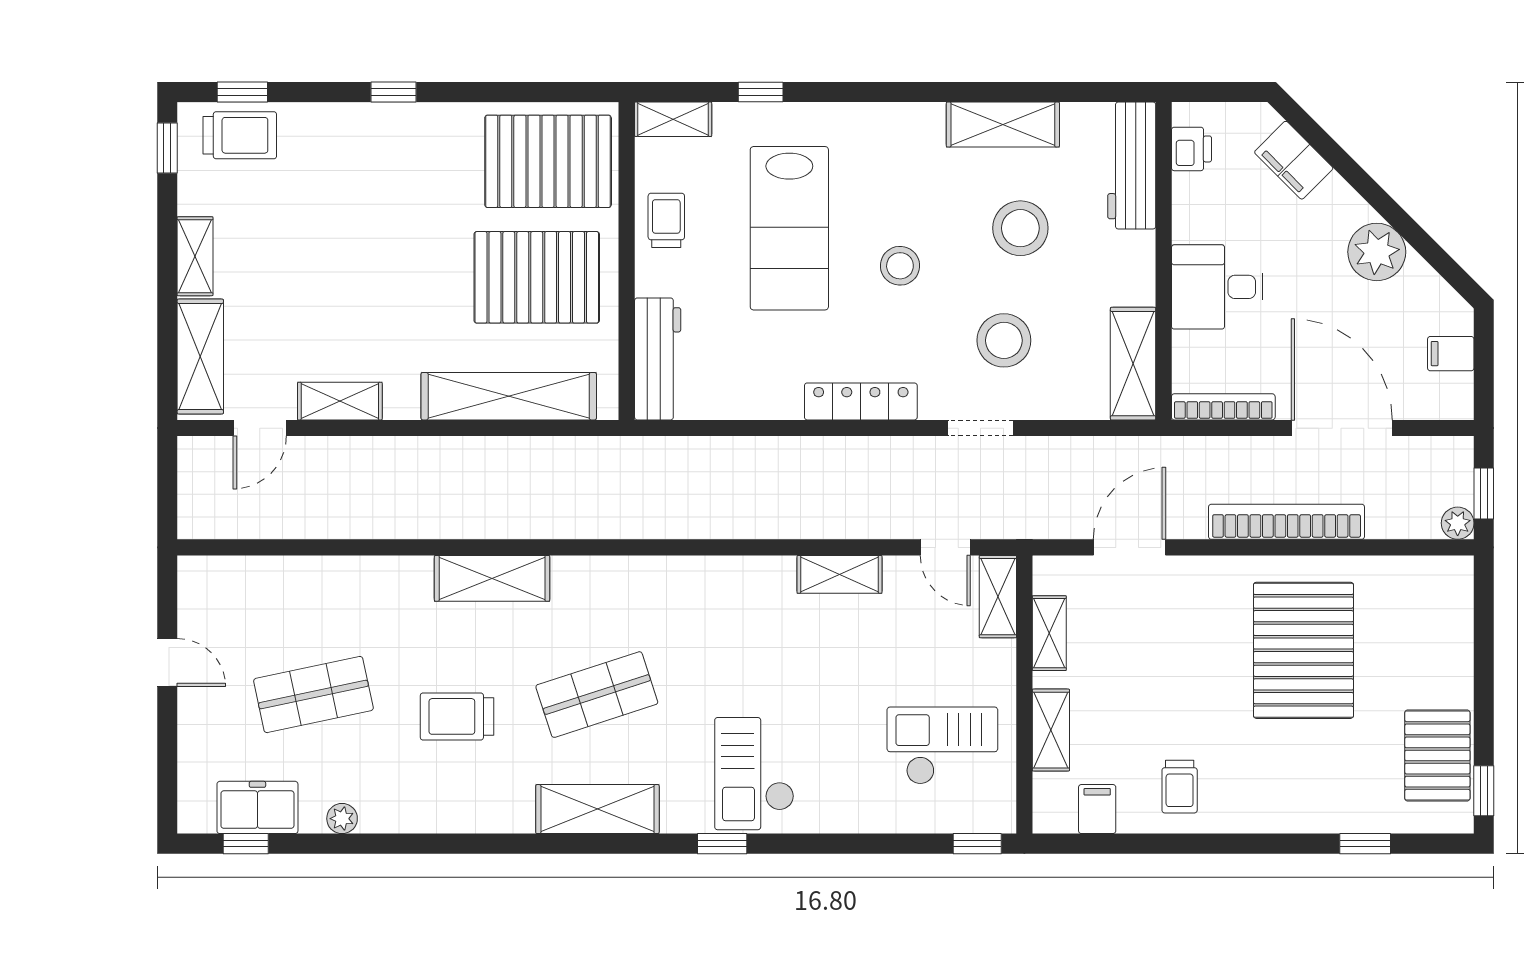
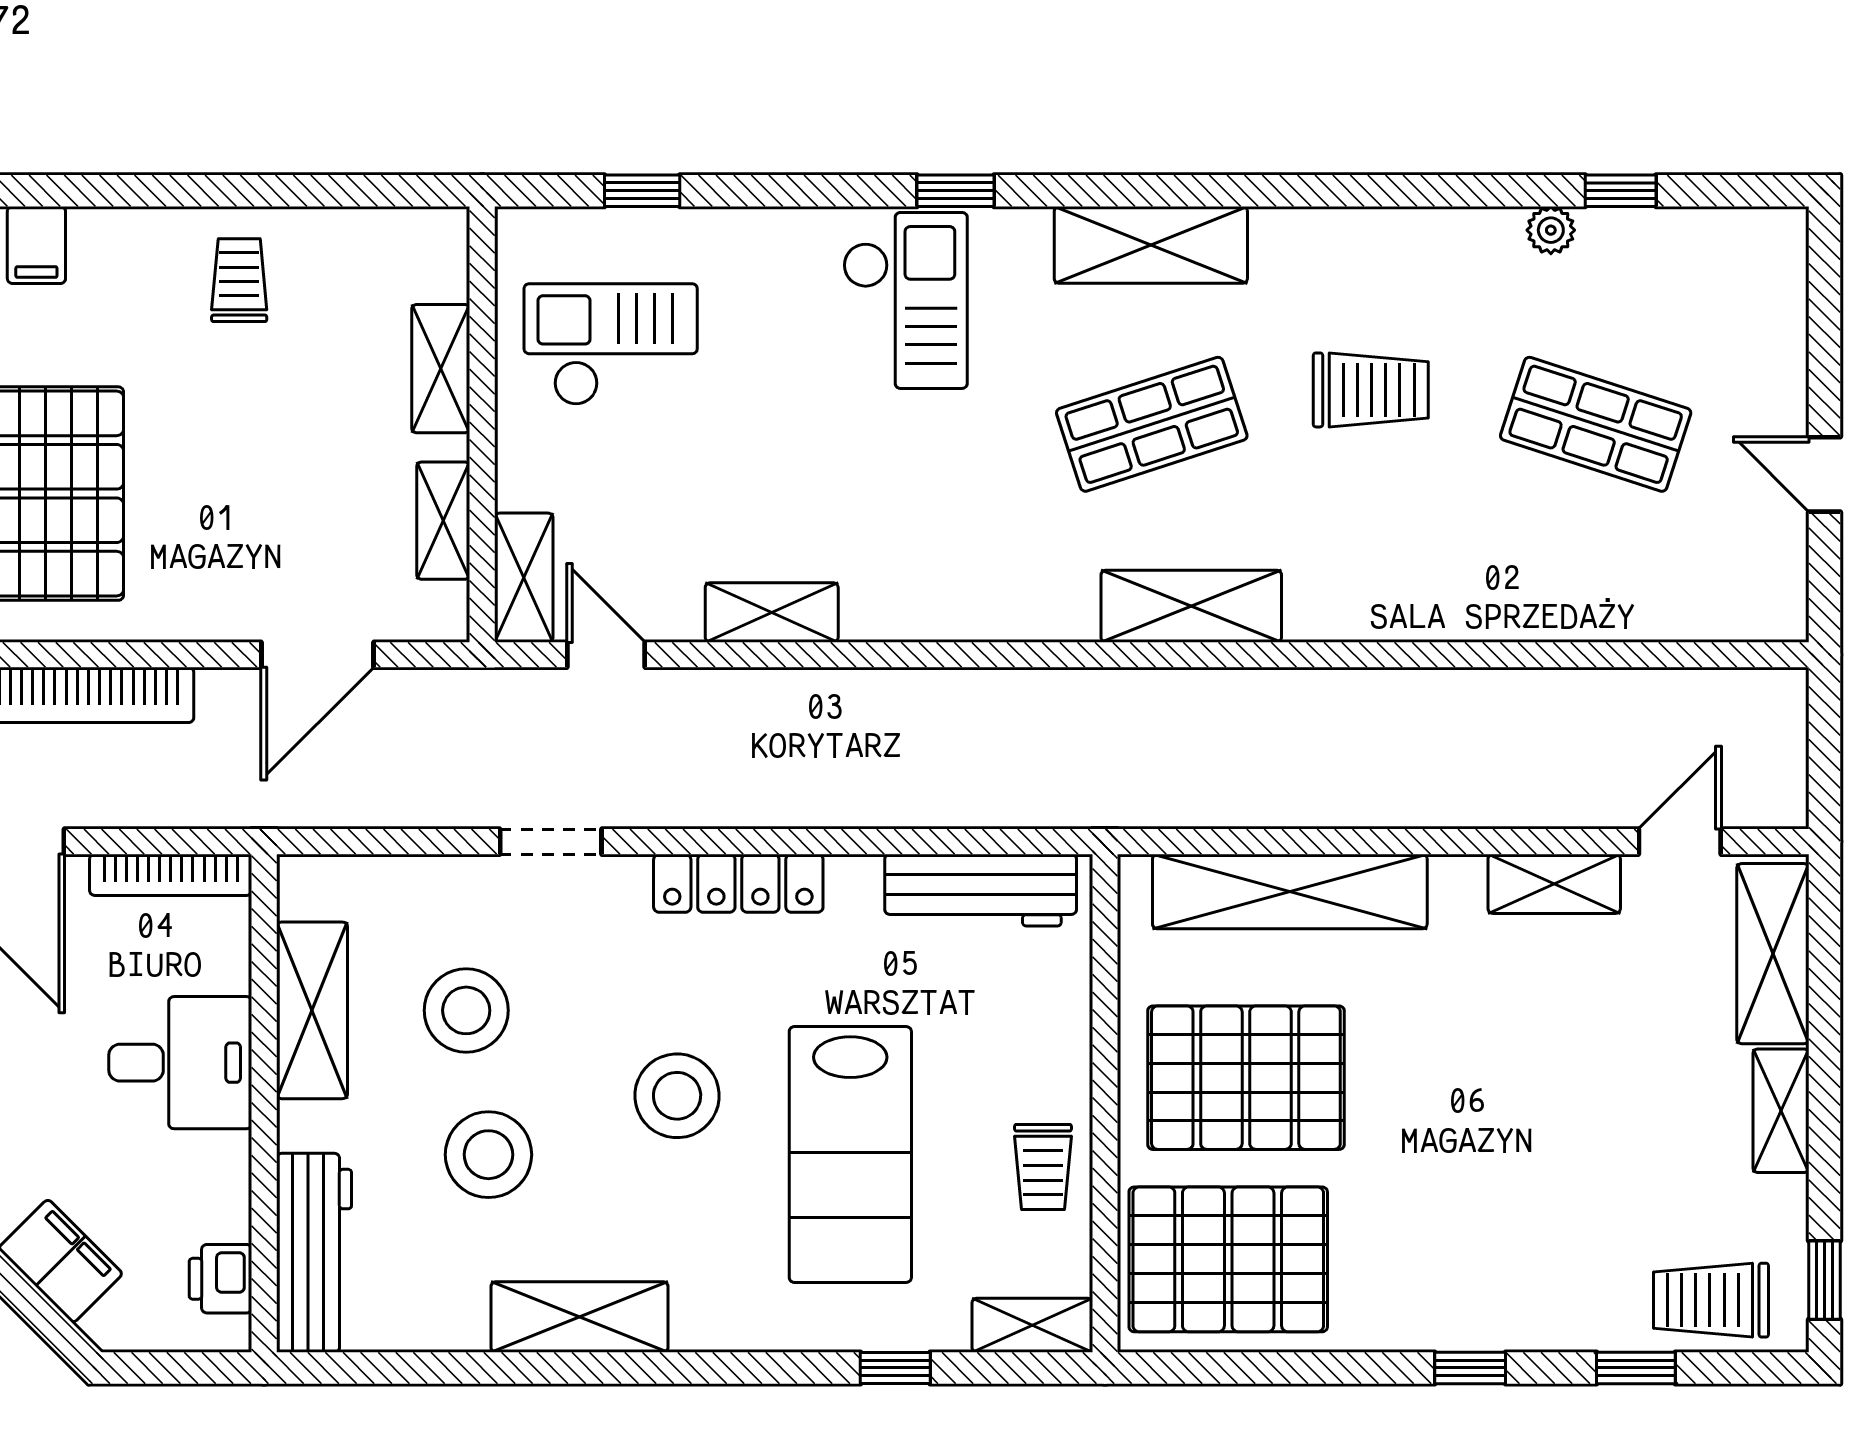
window: (242, 92) -> (1636, 1368), moved
shelving: (1003, 124) -> (580, 1317), moved
lab bench: (789, 228) -> (850, 1155), turned 180
stool: (900, 266) -> (677, 1096), width x1.38, depth x1.38
stool: (1004, 340) -> (466, 1010), moved
workbench: (658, 359) -> (981, 890), moved, turned -90
shelving: (1133, 364) -> (312, 1010), moved
shelving: (492, 578) -> (1191, 606), moved
shop shelf: (313, 695) -> (1596, 424), turned 30
checkout: (942, 746) -> (611, 344), turned 180
freezer: (257, 807) -> (1683, 247), removed
filing cabinet: (1097, 809) -> (36, 245), moved
window: (246, 844) -> (1621, 191), moved
window: (977, 844) -> (642, 191), moved

